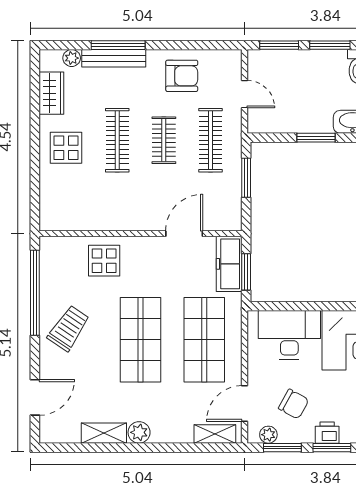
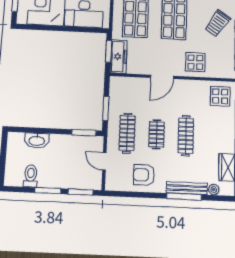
window: (316, 138) -> (84, 133), moved
display table: (66, 148) -> (220, 96), moved
door: (184, 234) -> (162, 77), moved

